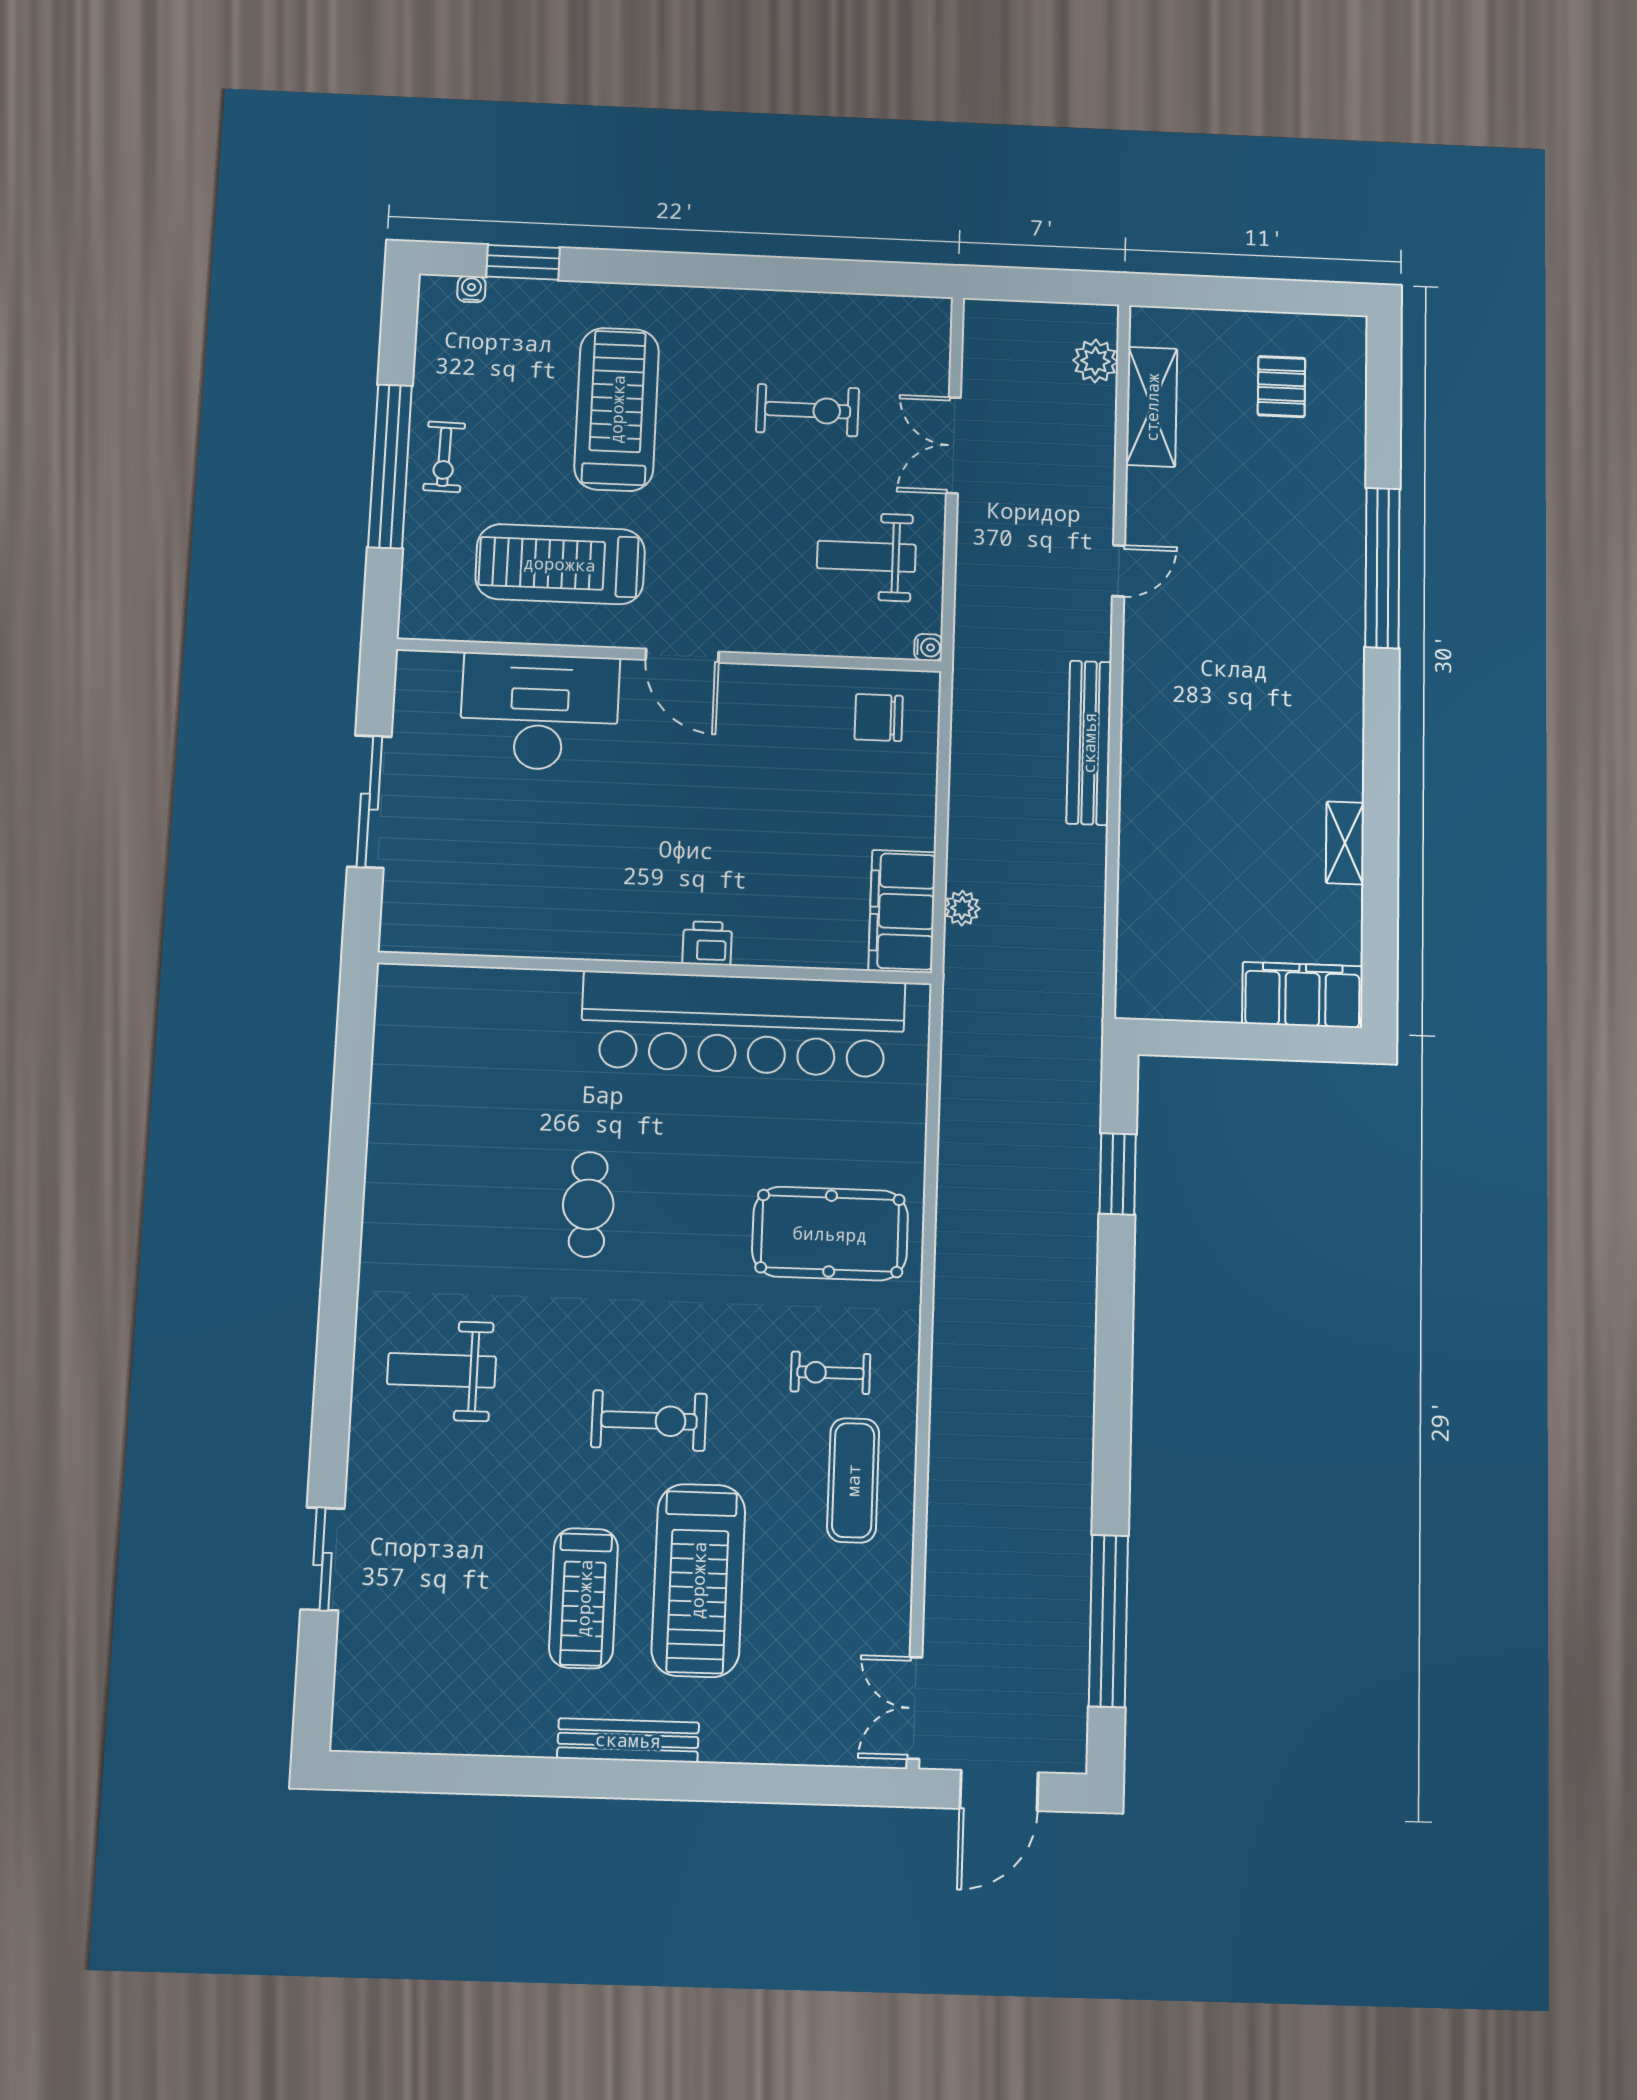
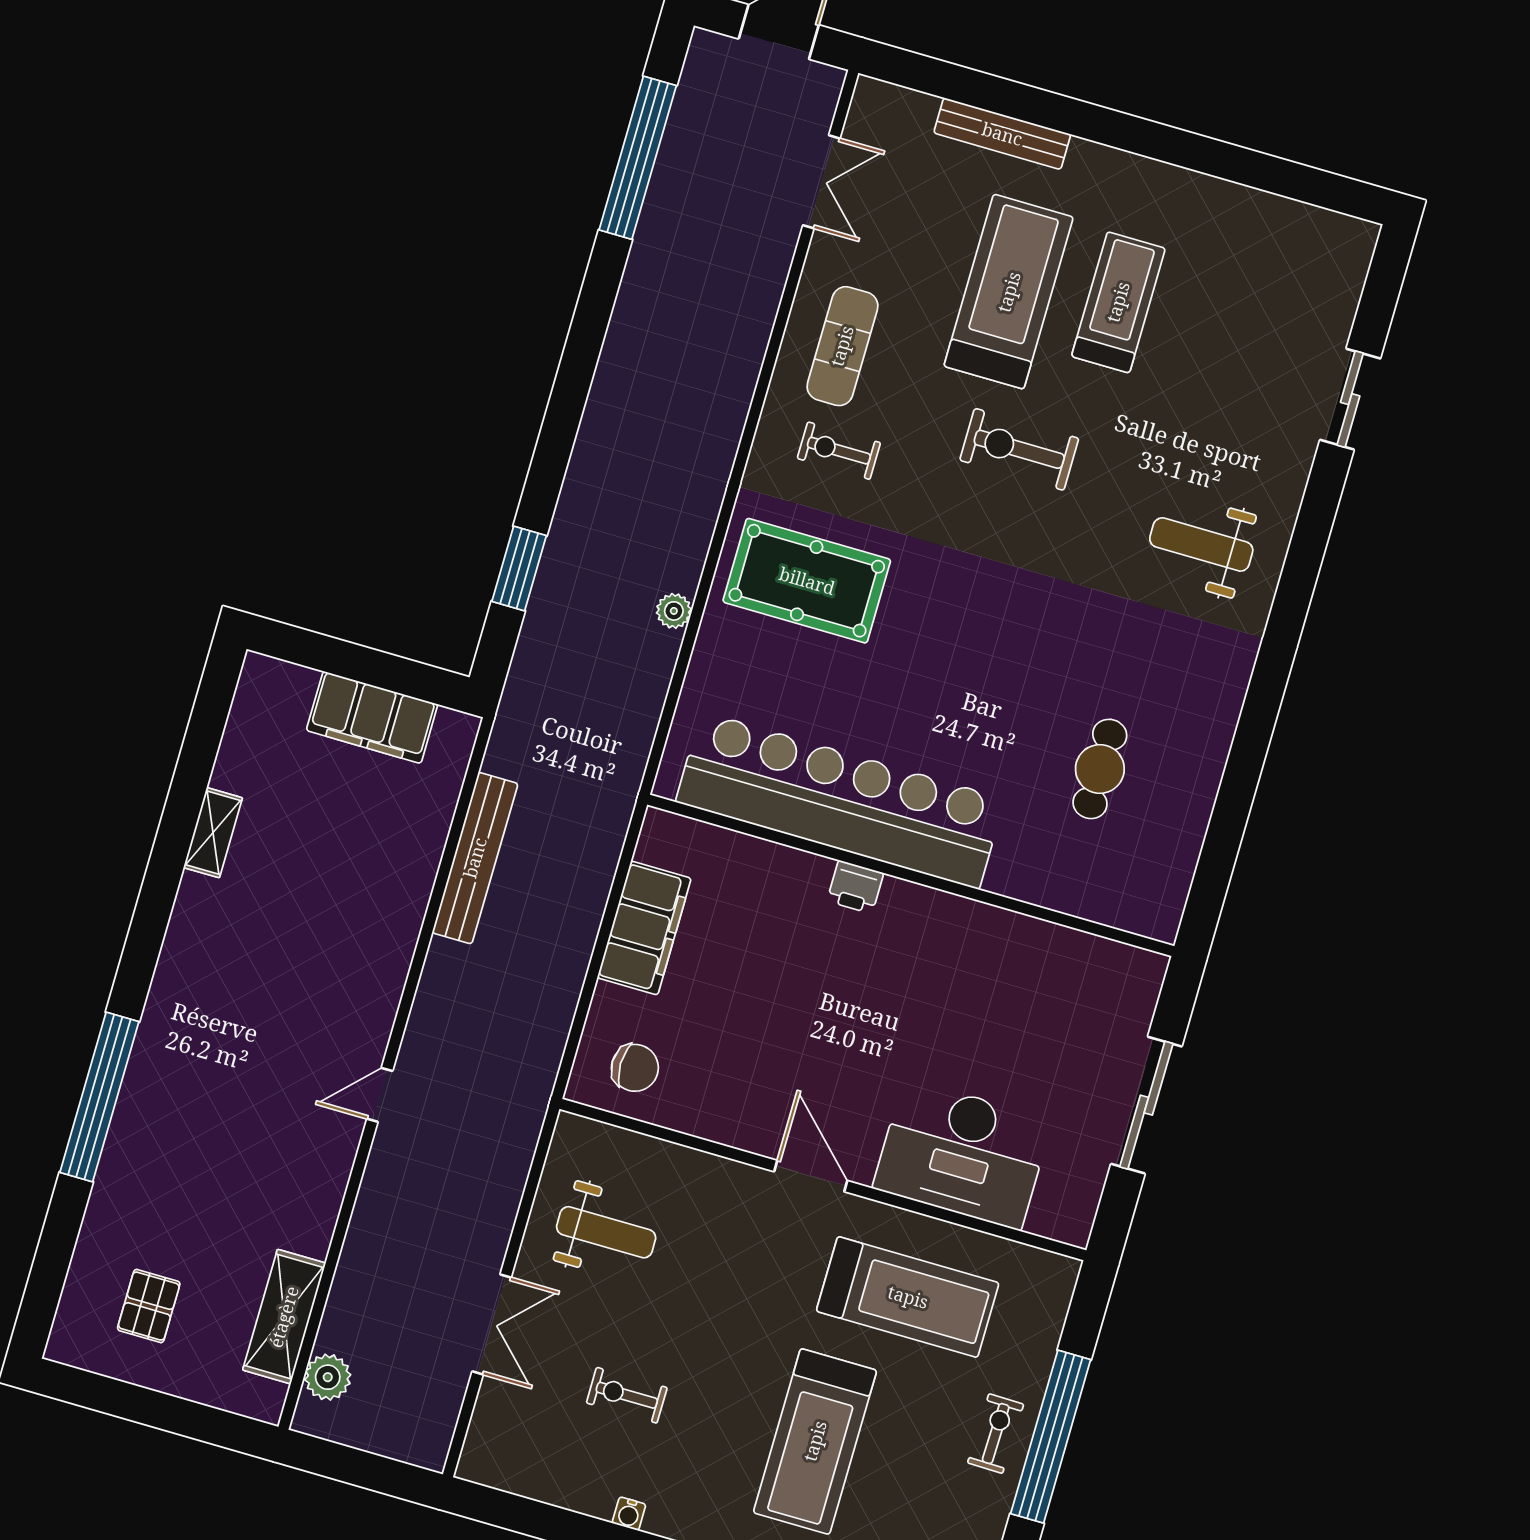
exercise bike: (808, 410) -> (627, 1395), width x0.73, depth x0.72
door: (1118, 571) -> (380, 1095), moved
water cooler: (928, 647) -> (629, 1514), moved, turned -90
bench: (1089, 743) -> (475, 858), moved
plant: (962, 908) -> (674, 611), moved
filing cabinet: (902, 911) -> (644, 928), moved
filing cabinet: (1302, 995) -> (372, 717), moved
cafe table: (588, 1204) -> (1100, 769), moved
weight bench: (442, 1370) -> (1201, 544), turned 180
exercise bike: (830, 1373) -> (839, 451), turned 180
double door: (915, 1708) -> (821, 182), moved
bench: (628, 1740) -> (1002, 134), moved

